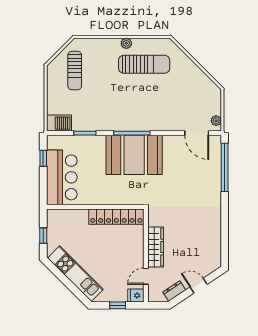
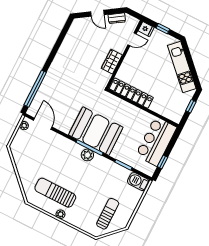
plant: (130, 124) -> (87, 155), added
wardrobe: (156, 247) -> (112, 62), width x0.67

